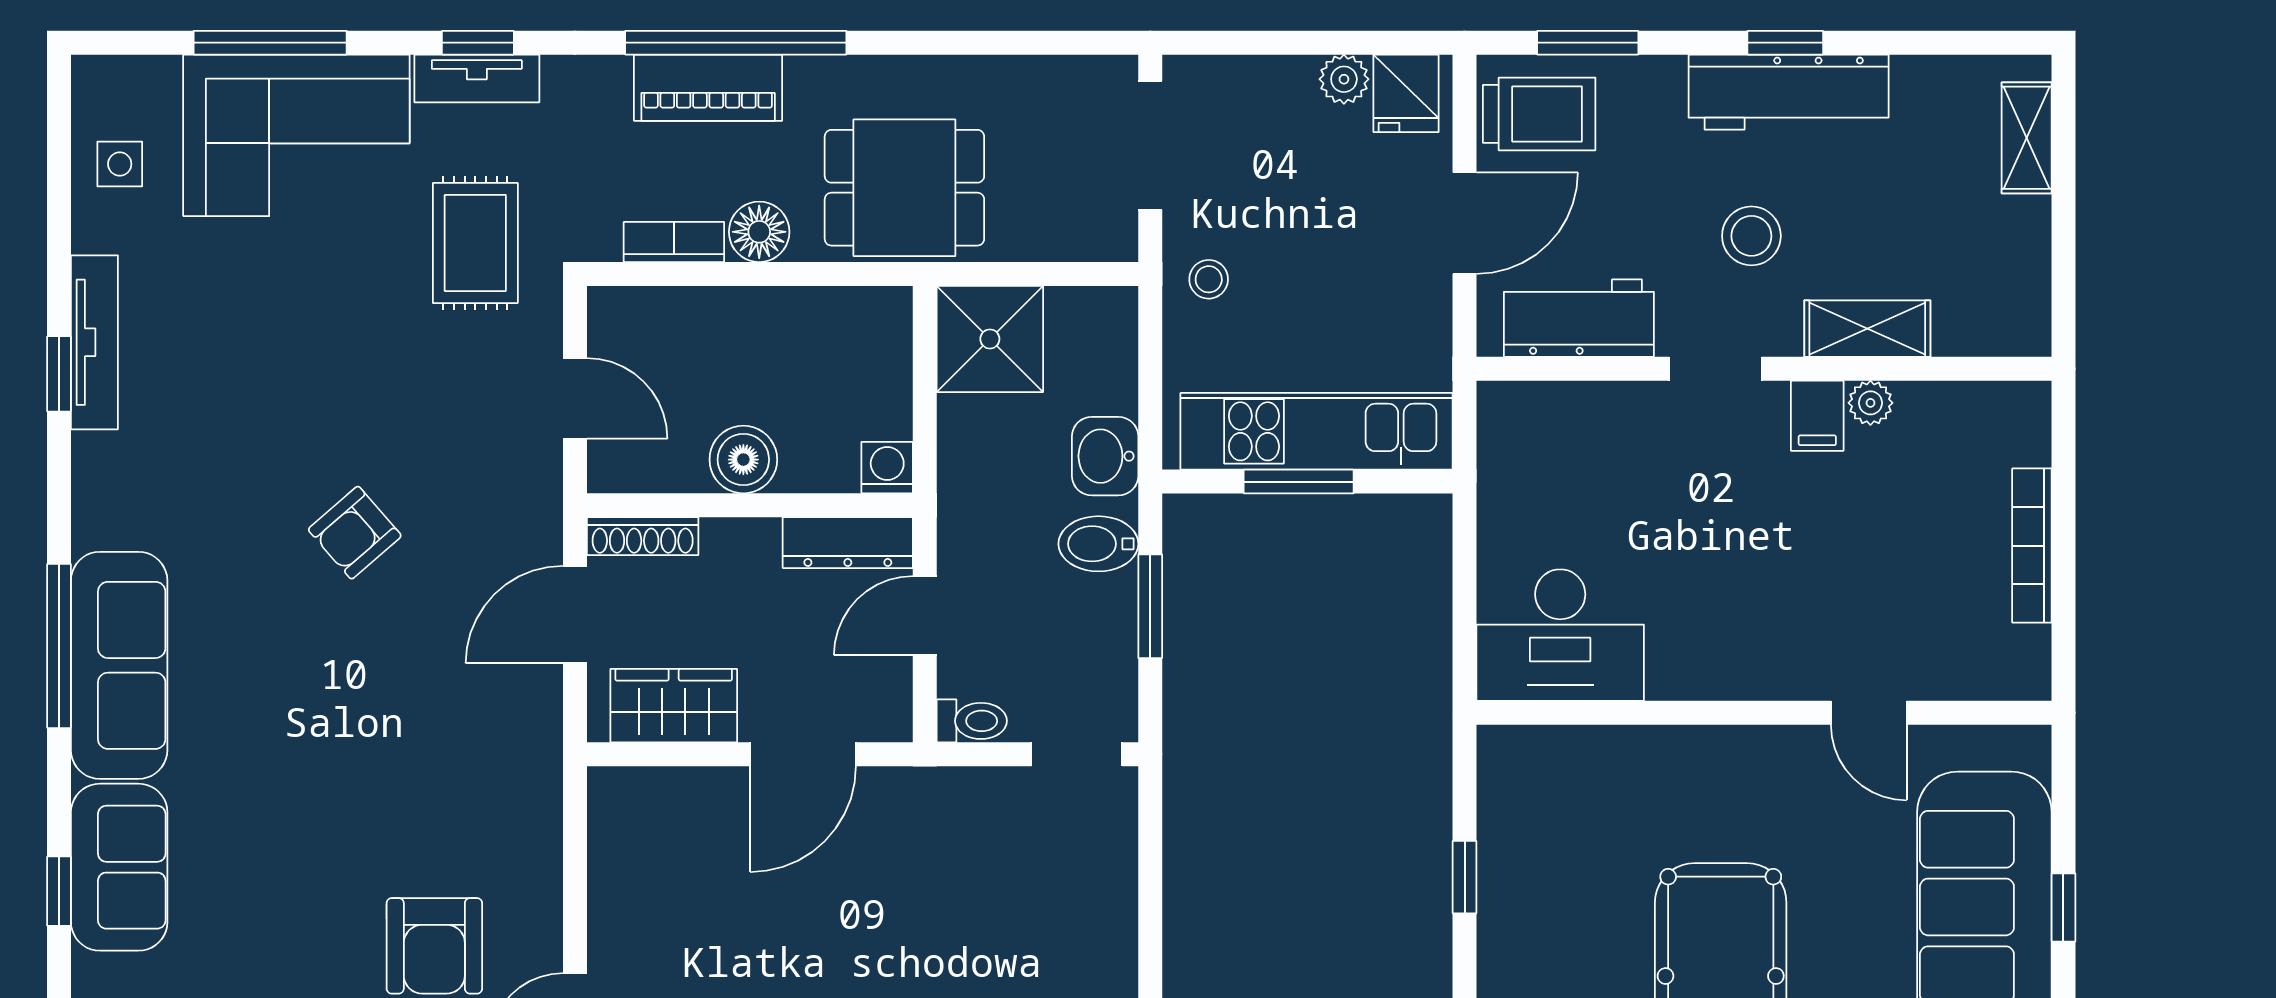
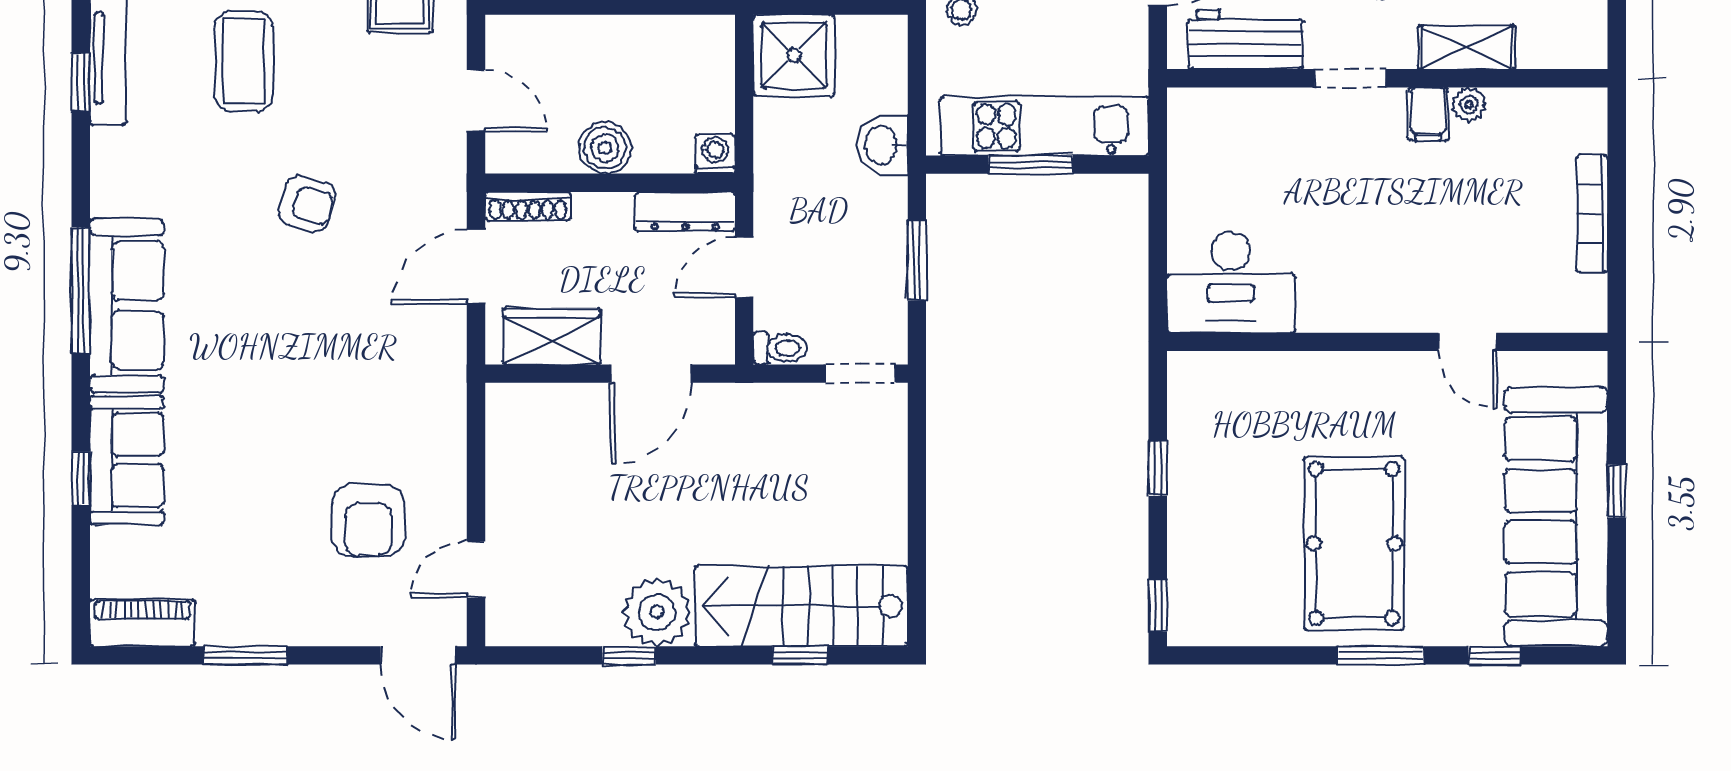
coffee table: (272, 347) -> (244, 62), added
armchair: (355, 533) -> (307, 204), turned -123
bidet: (1098, 544) -> (877, 212), removed

